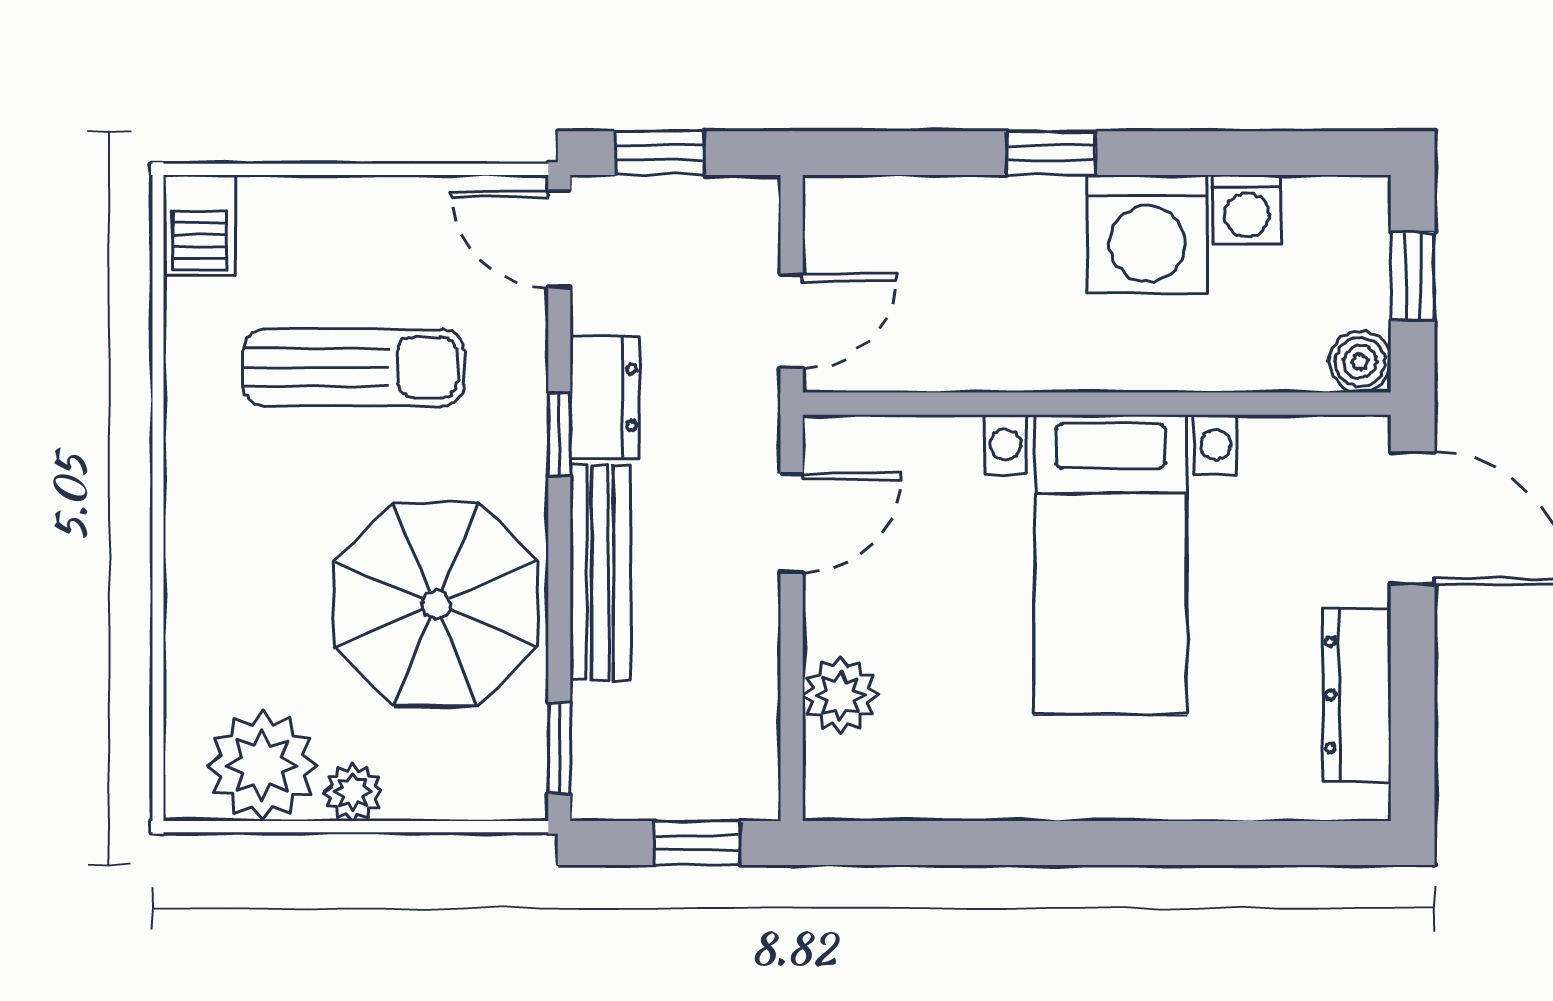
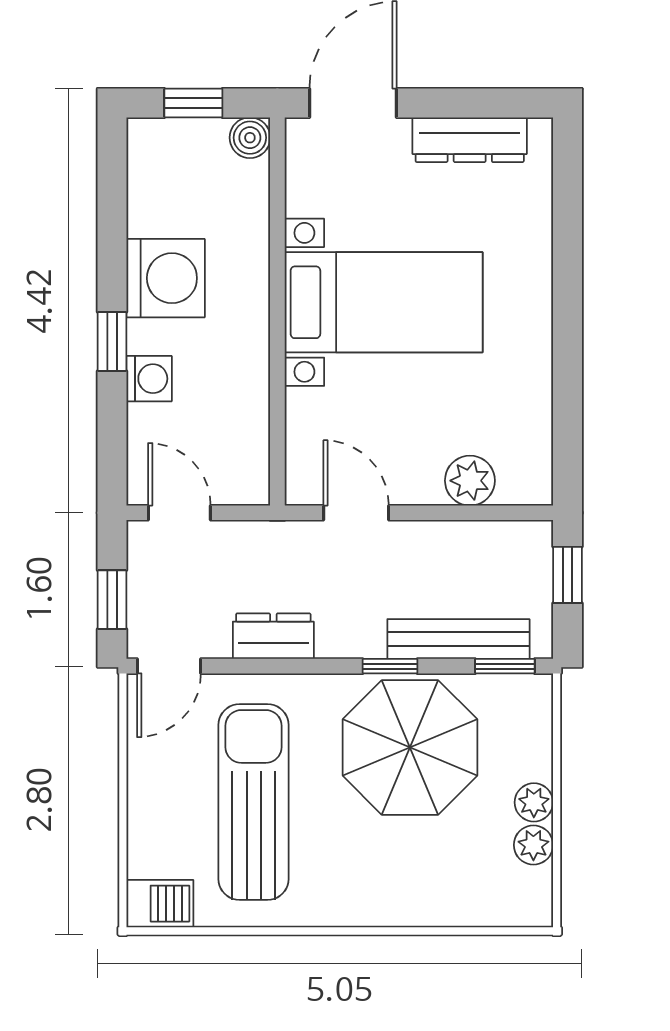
washing machine: (1247, 209) -> (149, 379), moved
door: (792, 321) -> (179, 513), moved
sun lounger: (353, 367) -> (254, 802), width x1.36, depth x1.34
window: (559, 434) -> (390, 666), moved
bench: (600, 572) -> (458, 639), moved
plant: (262, 766) -> (533, 845), width x0.53, depth x0.53

